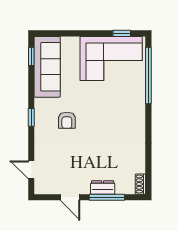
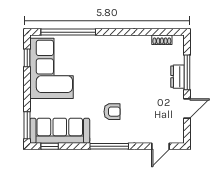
window: (53, 33) -> (27, 125), added
window: (31, 117) -> (109, 146), width x2.17
shoe rack: (140, 184) -> (162, 40), moved

